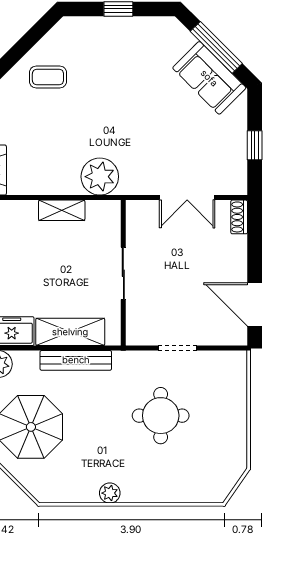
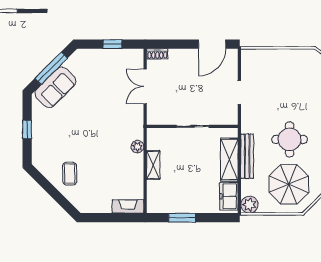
sofa: (209, 78) -> (55, 87), moved
plant: (100, 177) -> (137, 147), width x0.53, depth x0.53
double door: (187, 198) -> (145, 86), swing flipped
round table: (161, 416) -> (290, 139), moved

